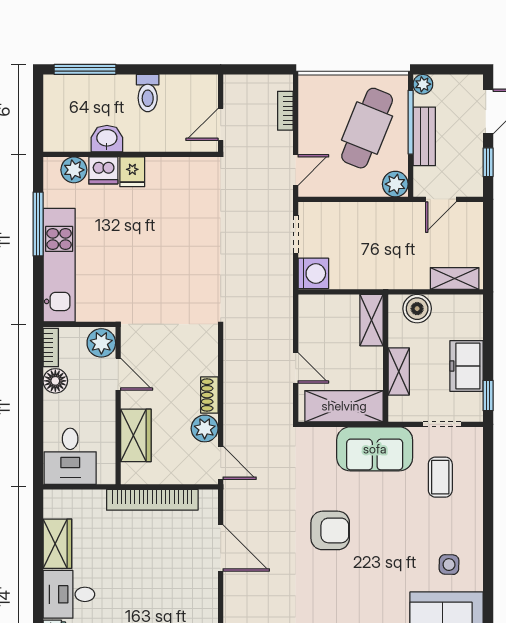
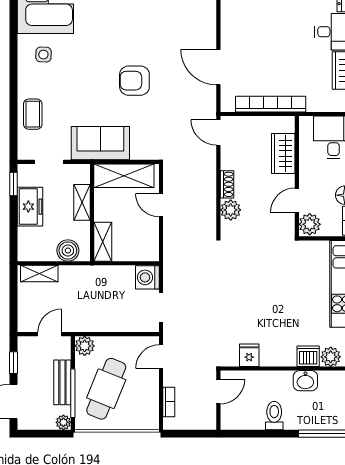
fridge: (132, 172) -> (249, 355), moved
door: (118, 374) -> (297, 200), hinge flipped
plant: (205, 428) -> (231, 210), moved
coffee table: (440, 477) -> (33, 114), moved

